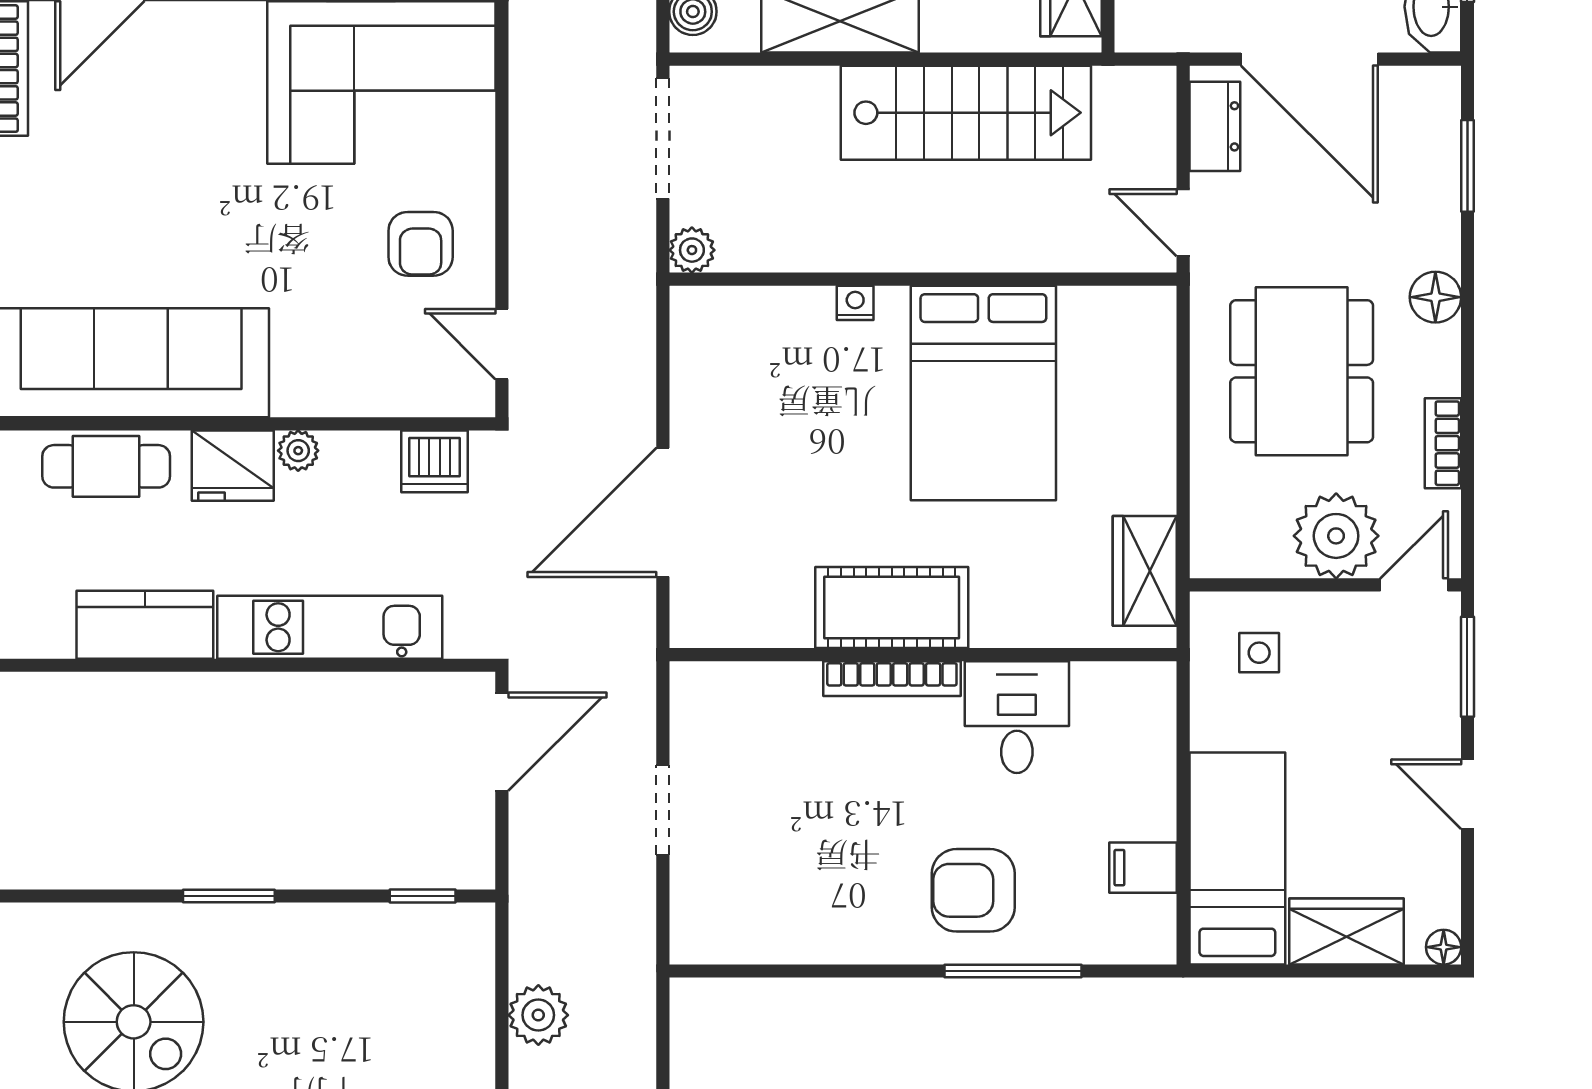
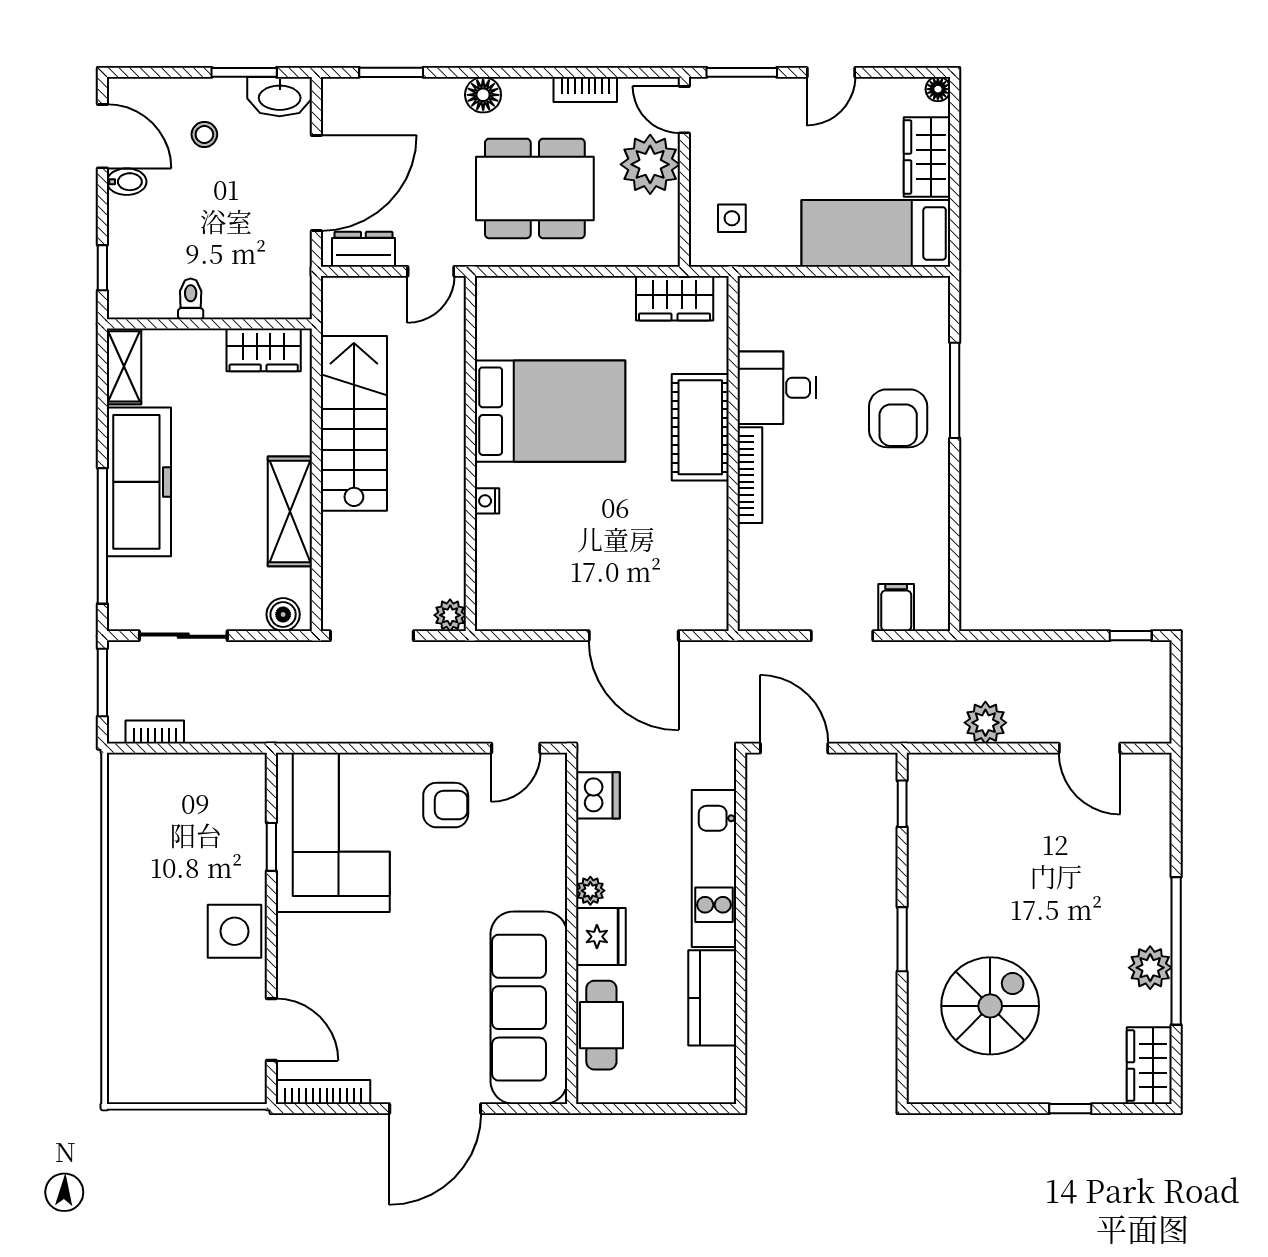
cot: (892, 608) -> (700, 427), moved
filing cabinet: (1143, 868) -> (896, 607), moved, turned 180

